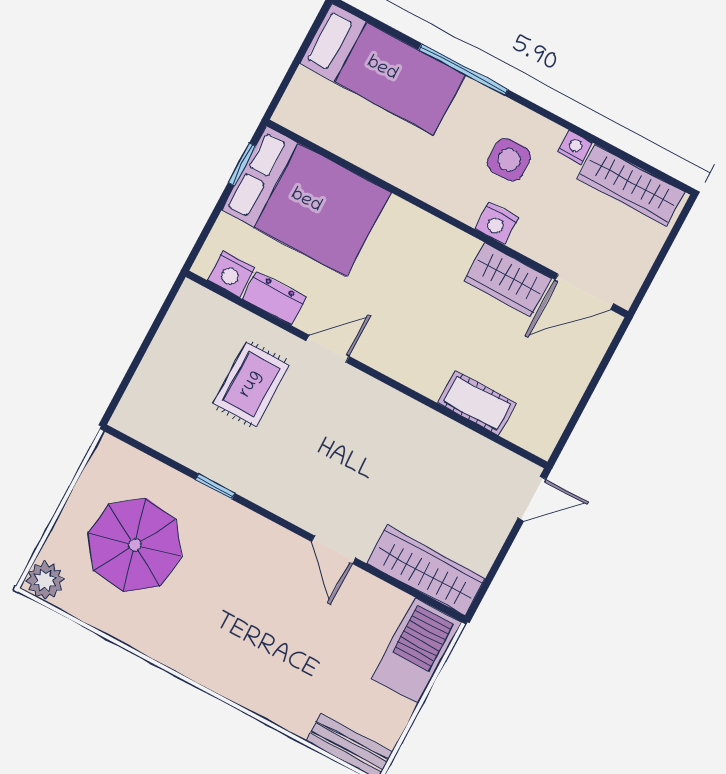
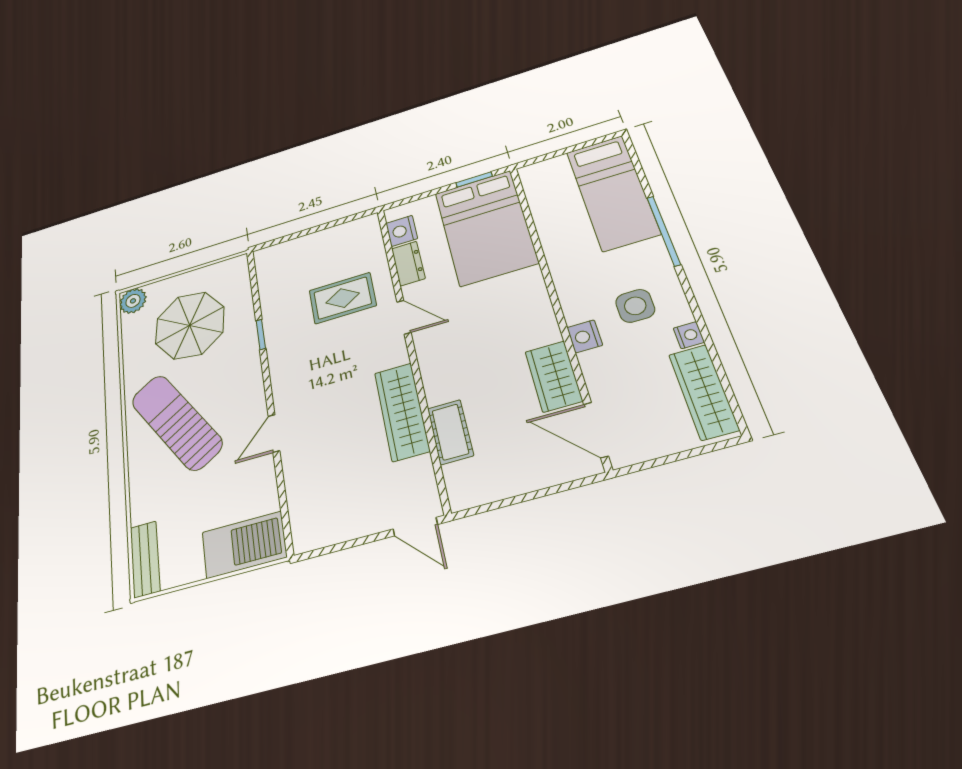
wardrobe: (426, 571) -> (402, 412), moved, turned 180
sun lounger: (234, 629) -> (176, 422), added

